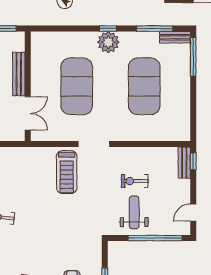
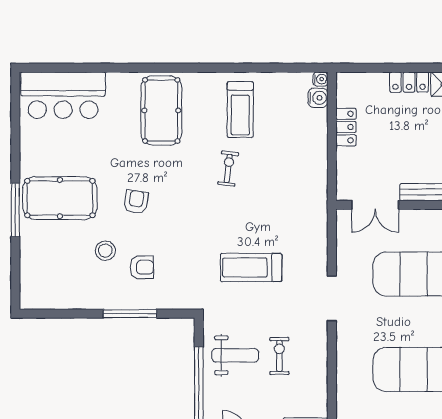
treadmill: (67, 172) -> (251, 268), moved

